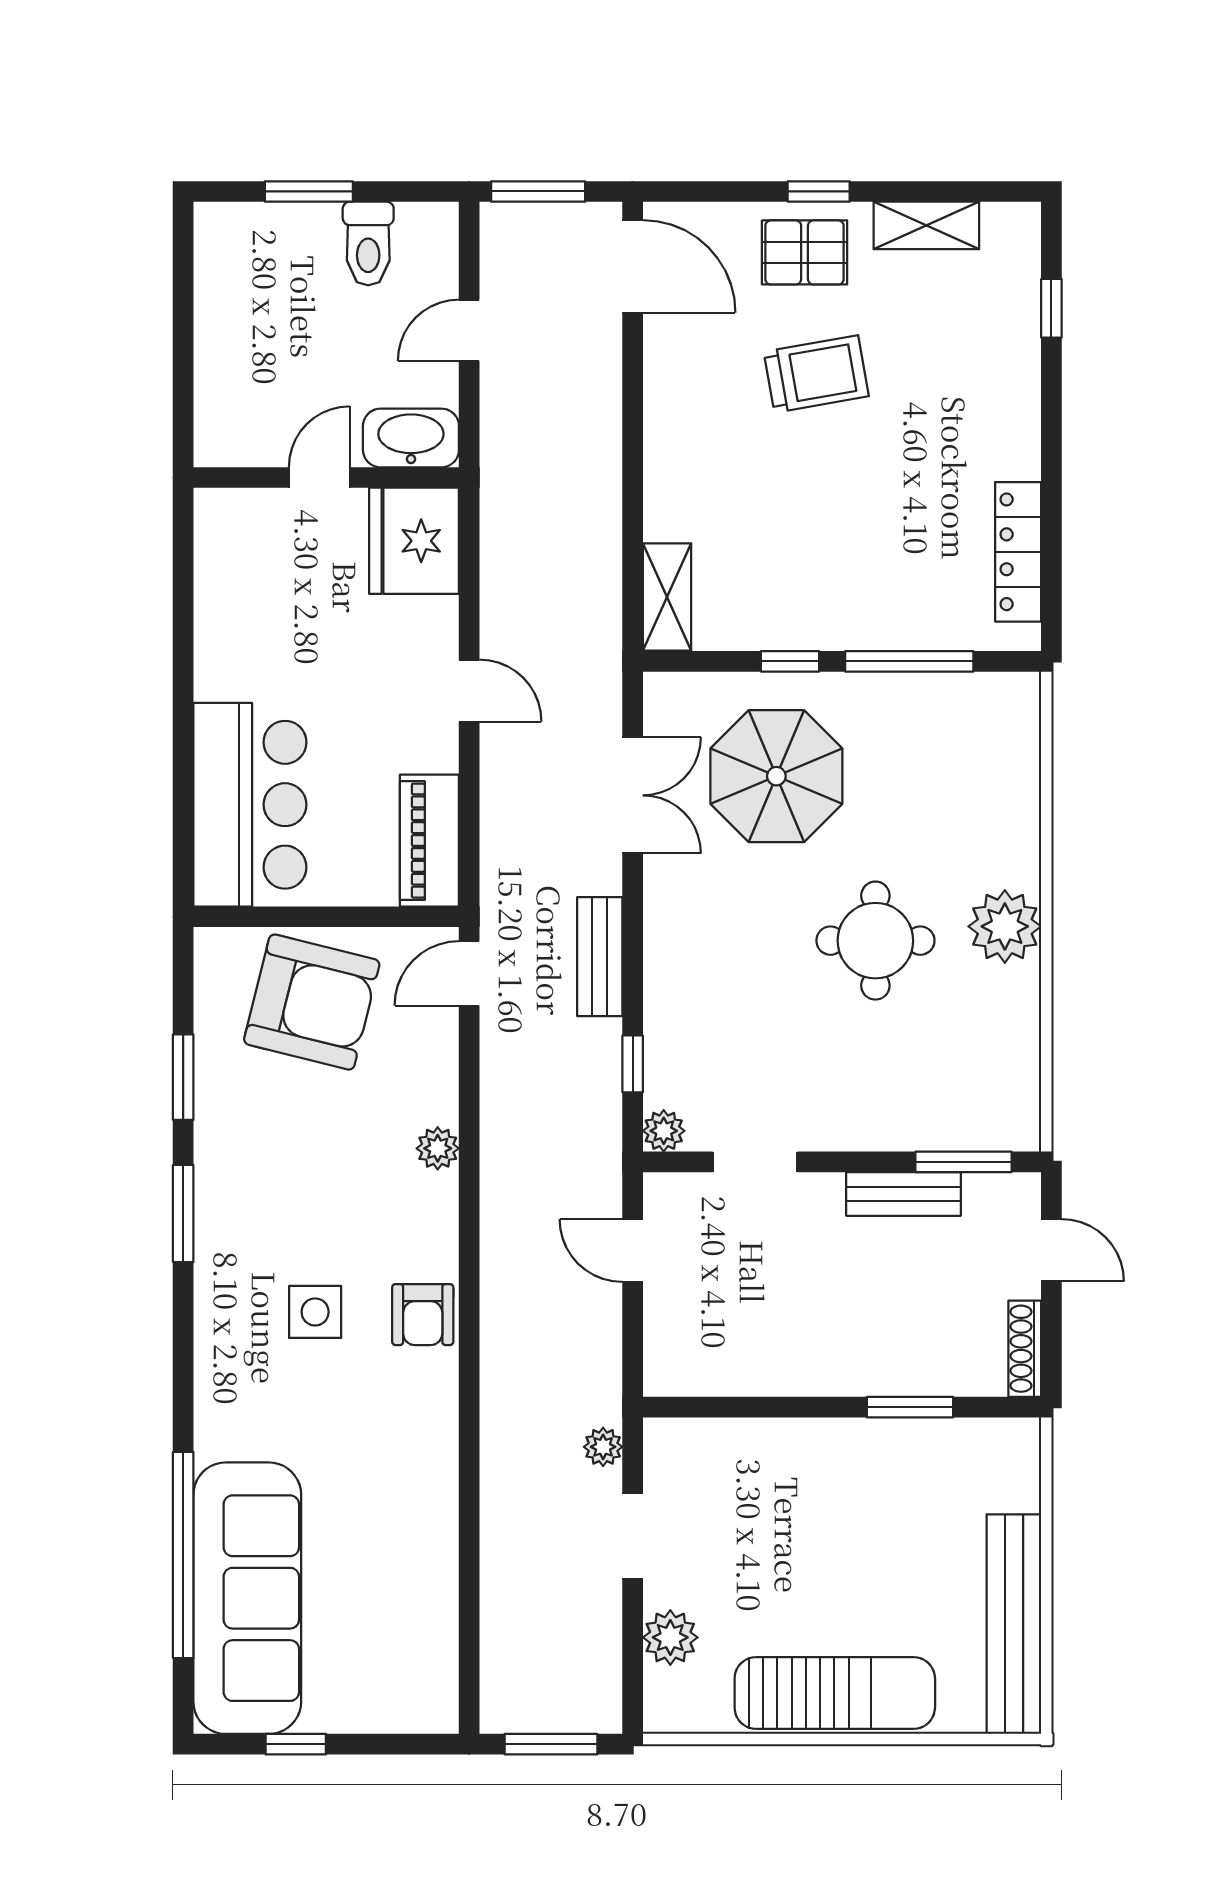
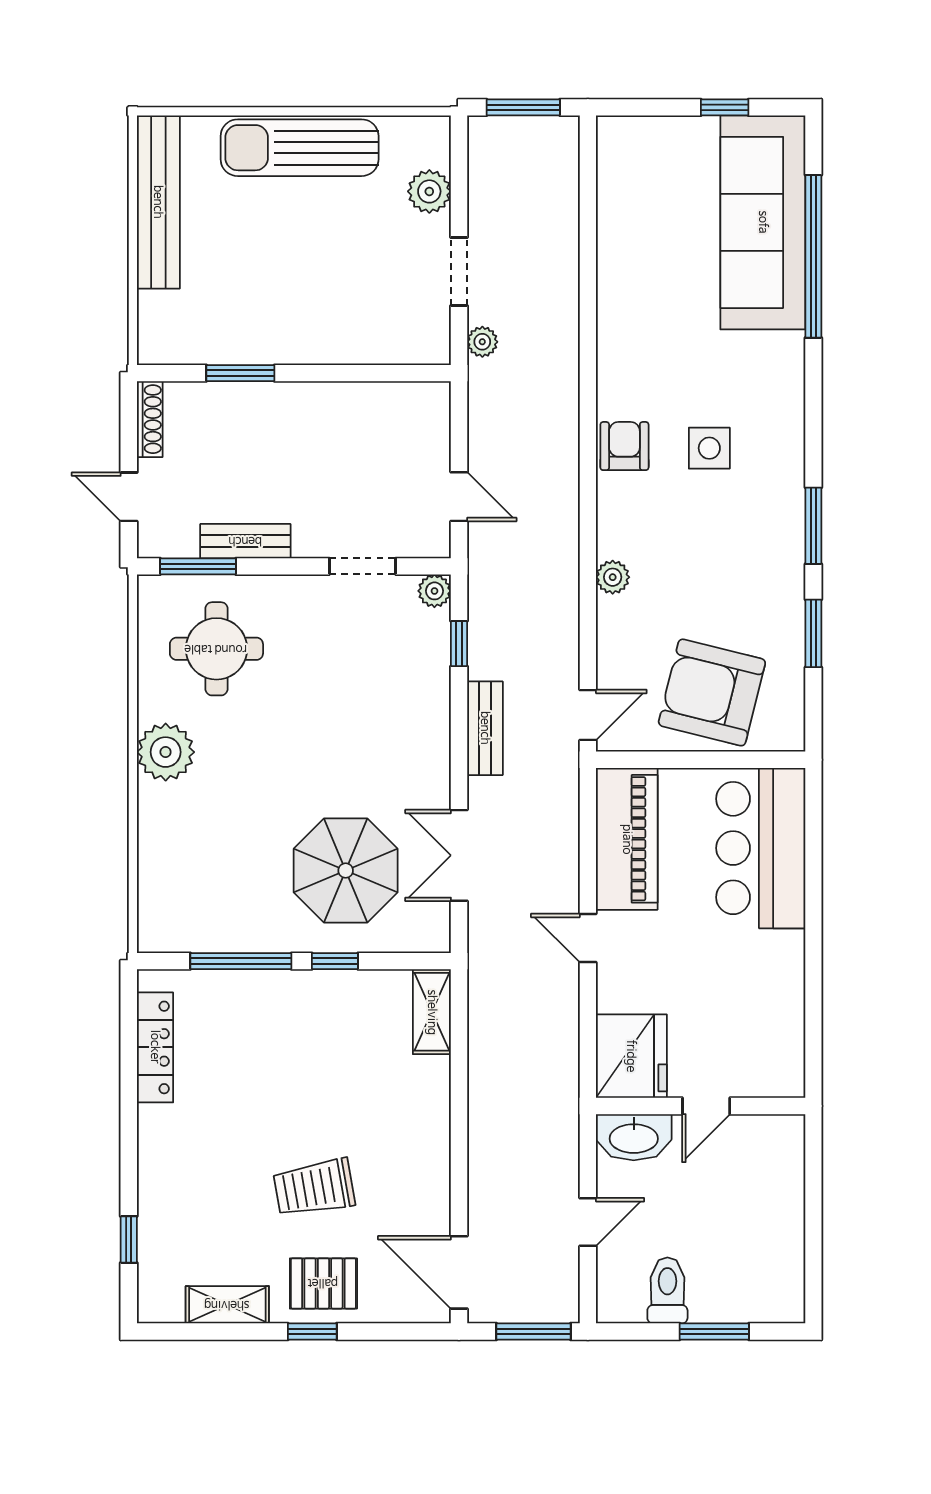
piano: (429, 841) -> (627, 839), width x1.37, depth x1.33
round table: (875, 941) -> (216, 649), moved

